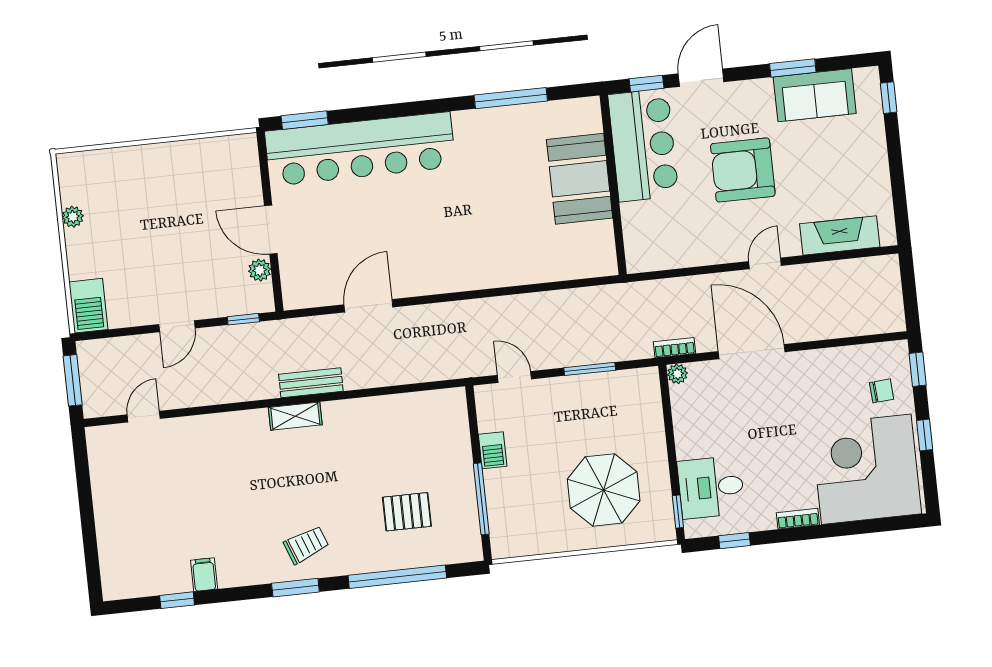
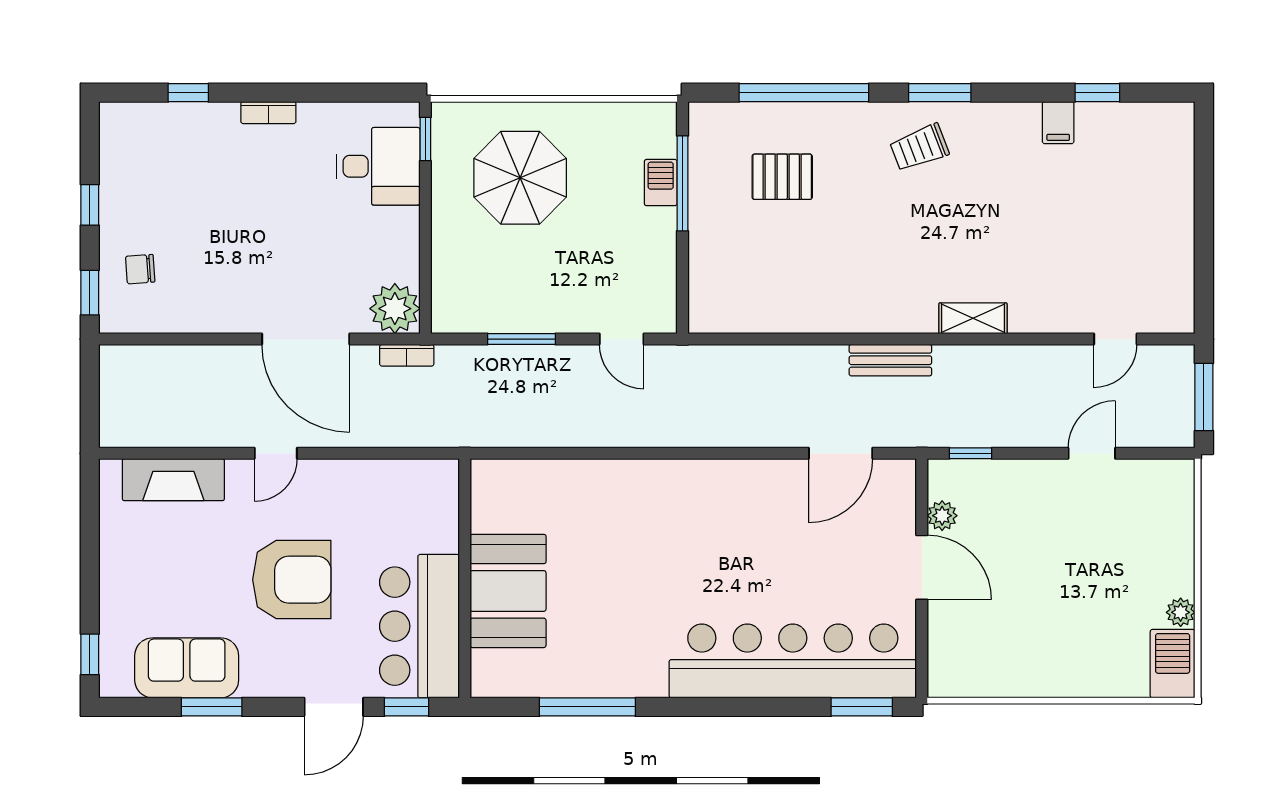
barbecue: (88, 306) -> (1173, 664), moved
door: (368, 306) -> (841, 453), moved
door: (177, 326) -> (1092, 453), moved
plant: (677, 374) -> (395, 309), width x1.87, depth x1.87
shelving: (295, 416) -> (973, 318), moved
barbecue: (493, 450) -> (661, 183), moved
corner desk: (866, 469) -> (171, 168), removed
window: (734, 541) -> (188, 93), moved

